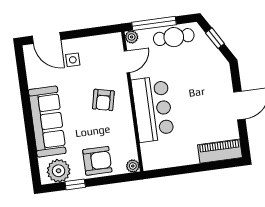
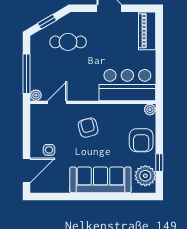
cafe table: (174, 37) -> (68, 42), moved, turned 90
door: (127, 62) -> (57, 102), hinge flipped
armchair: (103, 100) -> (88, 128), turned -118
bar counter: (153, 109) -> (127, 85), moved
armchair: (97, 161) -> (141, 140), turned 180

